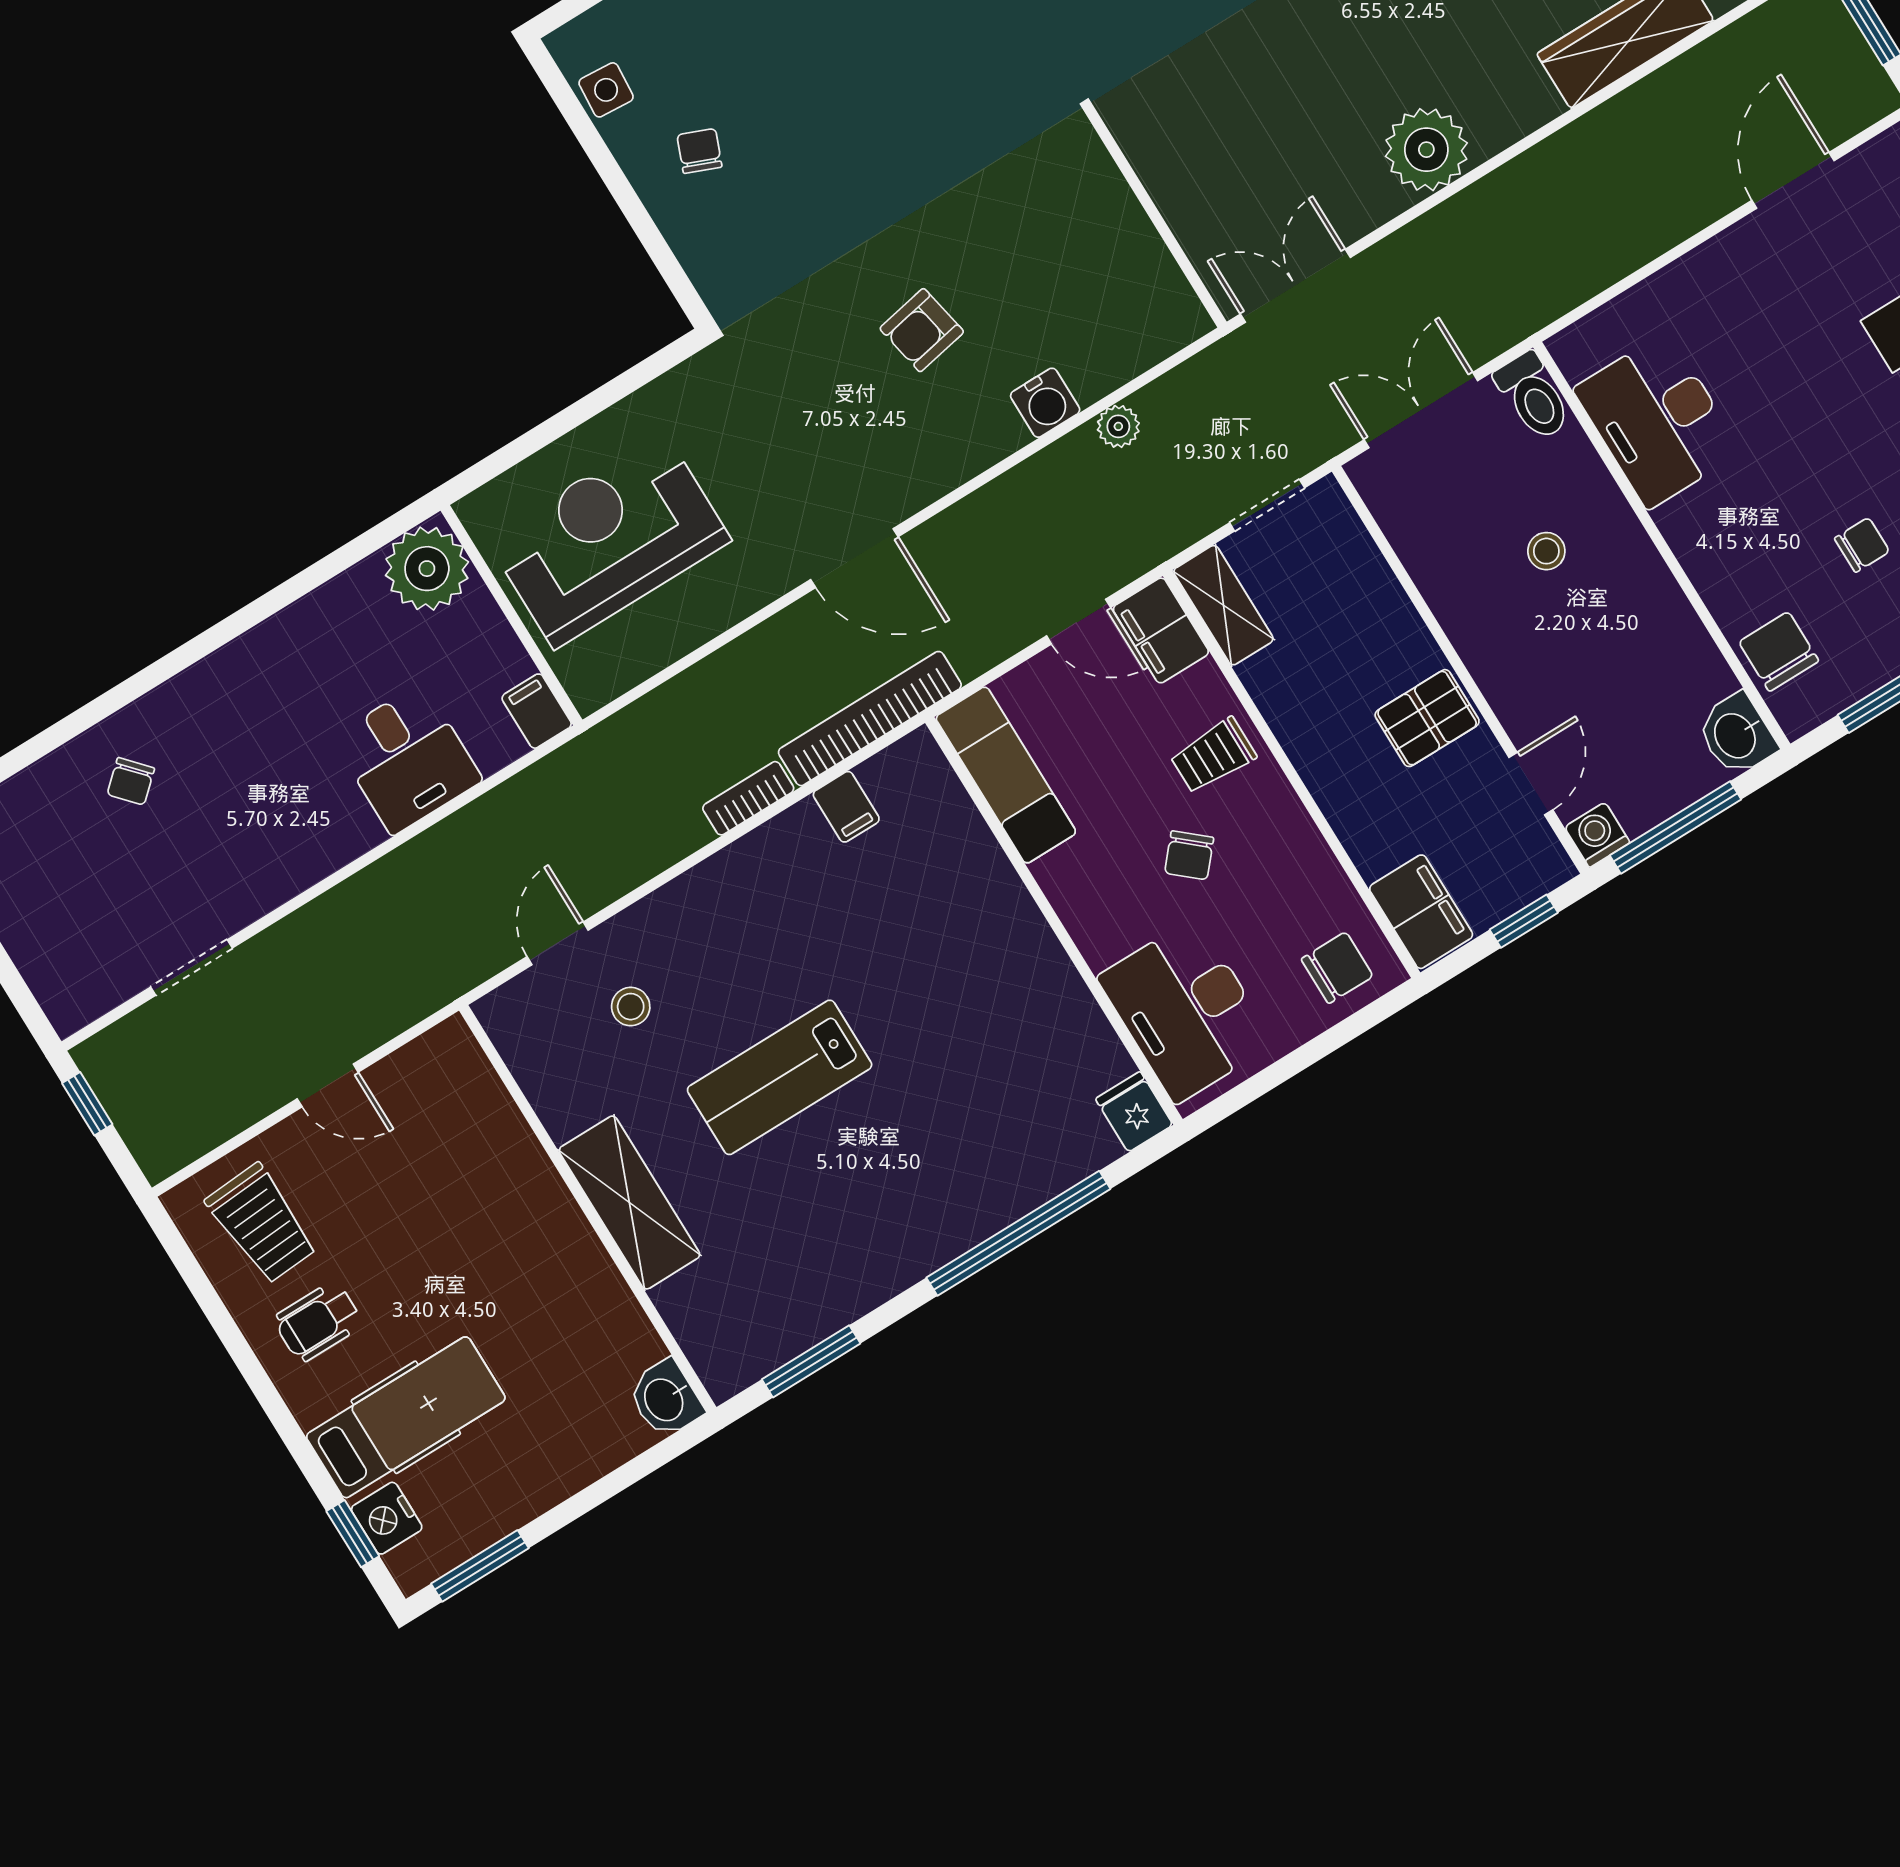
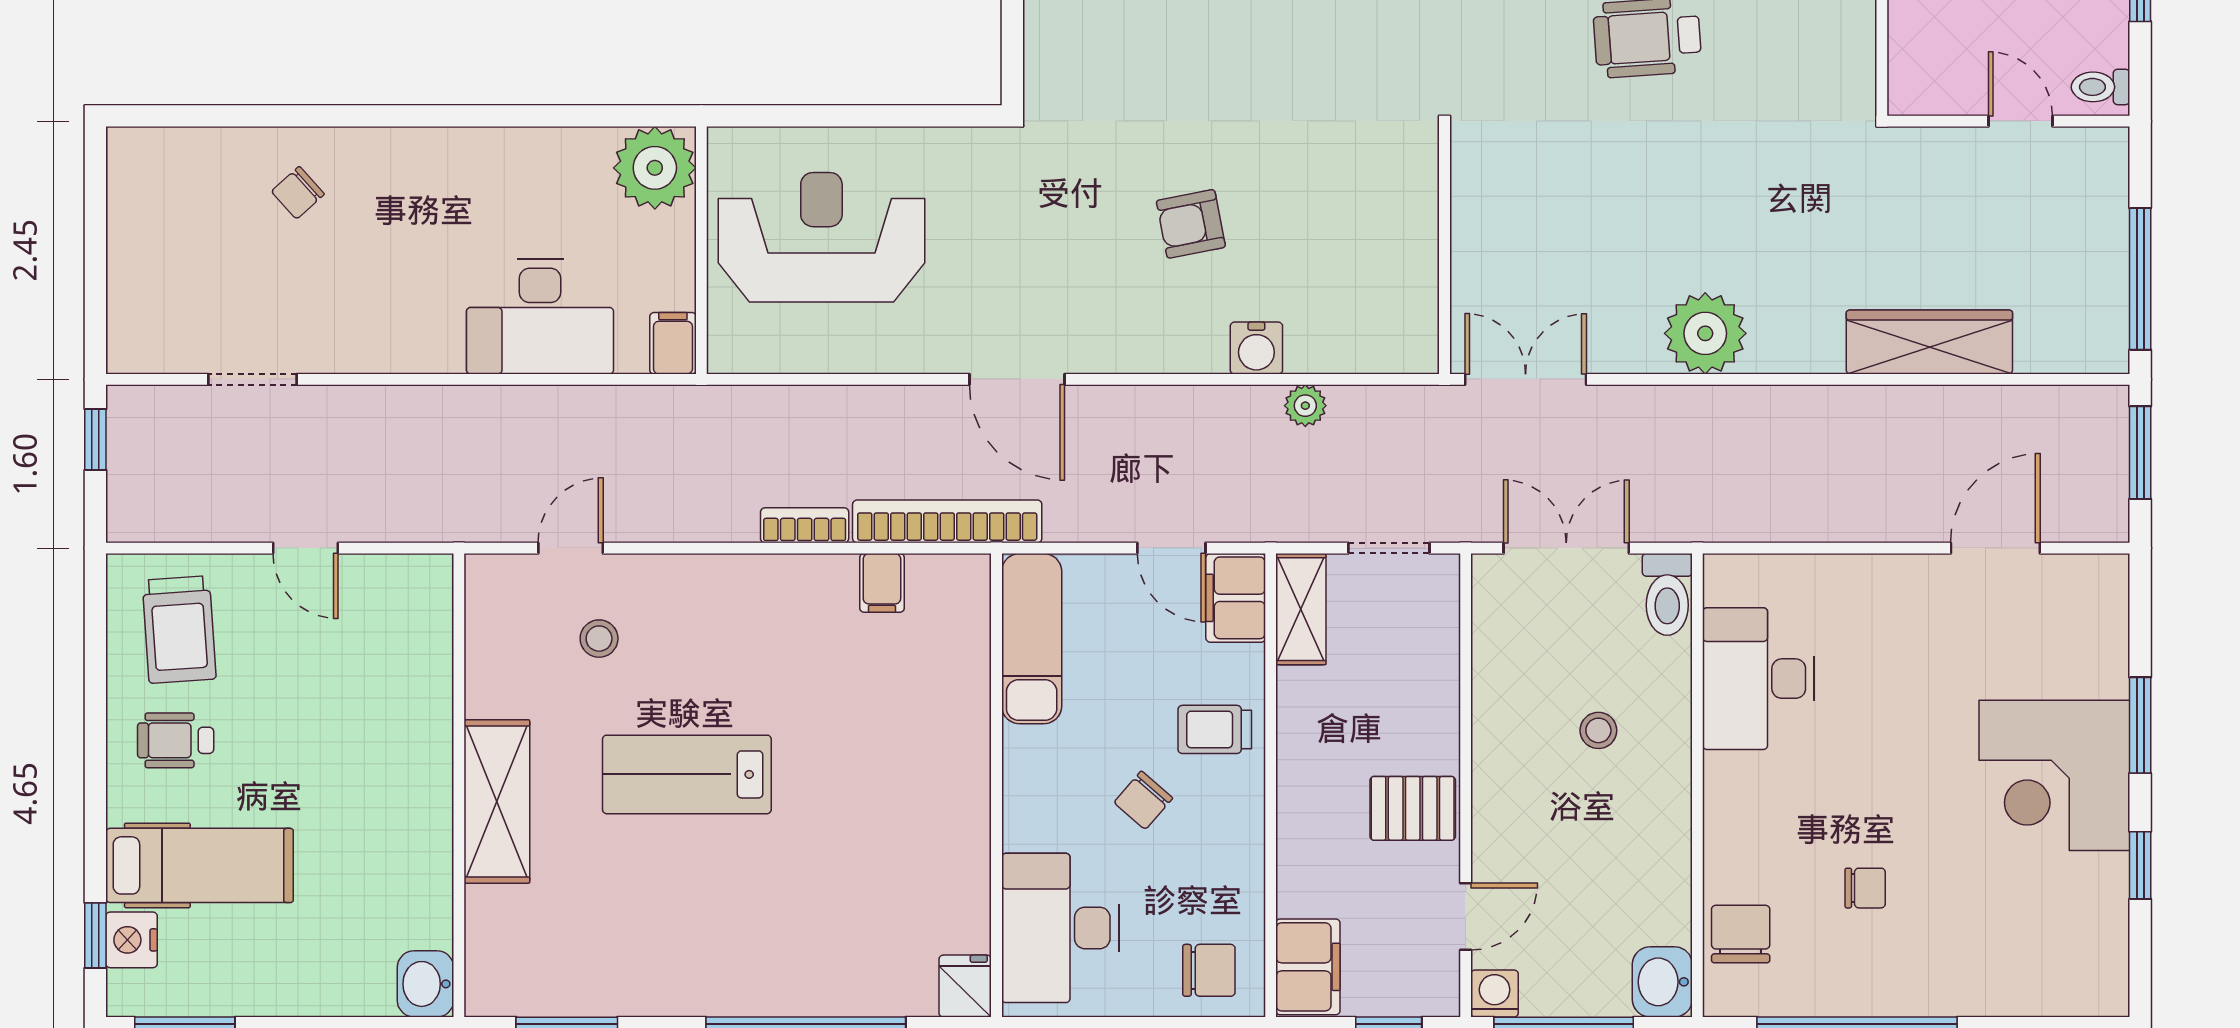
desk: (407, 759) -> (540, 317), width x1.37

